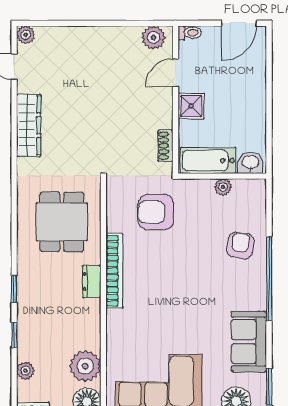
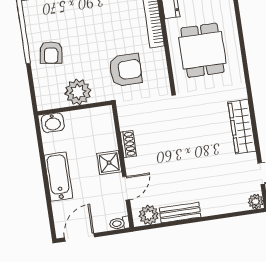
bench: (116, 35) -> (180, 213), added
shoe rack: (165, 146) -> (128, 144), moved
bathtub: (208, 160) -> (58, 177), moved, turned -90
plant: (223, 187) -> (78, 92), width x1.88, depth x1.88

